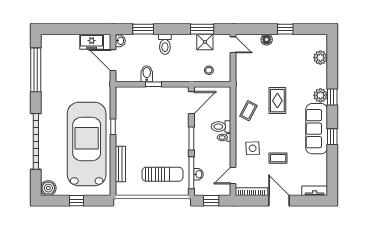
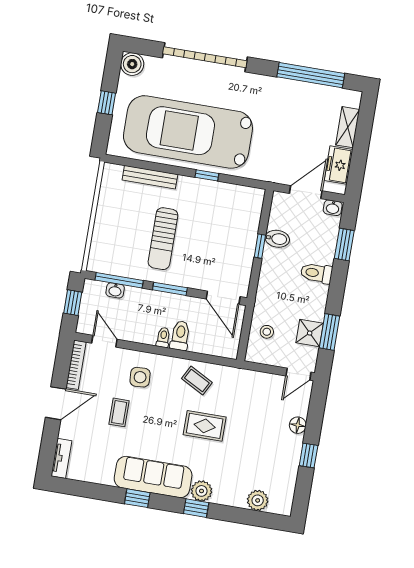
shelving: (66, 40) -> (348, 127), added
car: (87, 144) -> (188, 132), turned 180
sun lounger: (162, 174) -> (163, 239), moved

